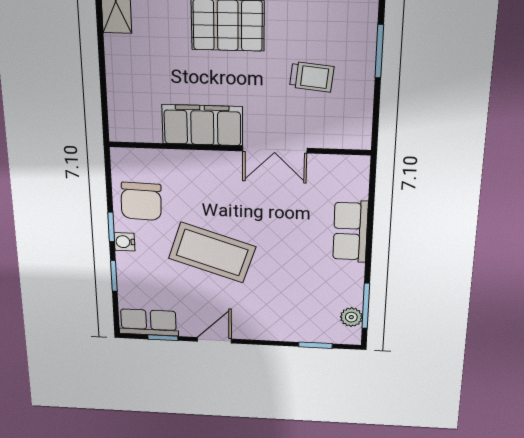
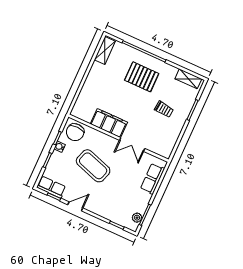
filing cabinet: (202, 125) -> (109, 123), moved
wall: (239, 148) -> (119, 138), moved
double door: (275, 150) -> (132, 144), moved

